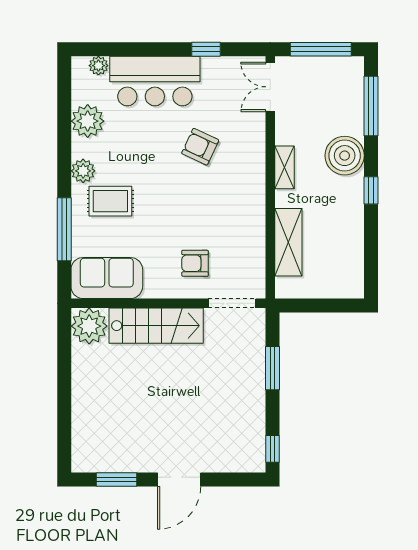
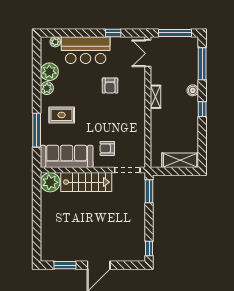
armchair: (200, 147) -> (110, 86), turned -115
boiler: (345, 156) -> (193, 90), width x0.54, depth x0.54
plant: (83, 171) -> (47, 88), moved
shelving: (288, 242) -> (180, 160), moved, turned 90
sofa: (107, 278) -> (67, 156), width x1.36
window: (273, 368) -> (149, 191), moved

